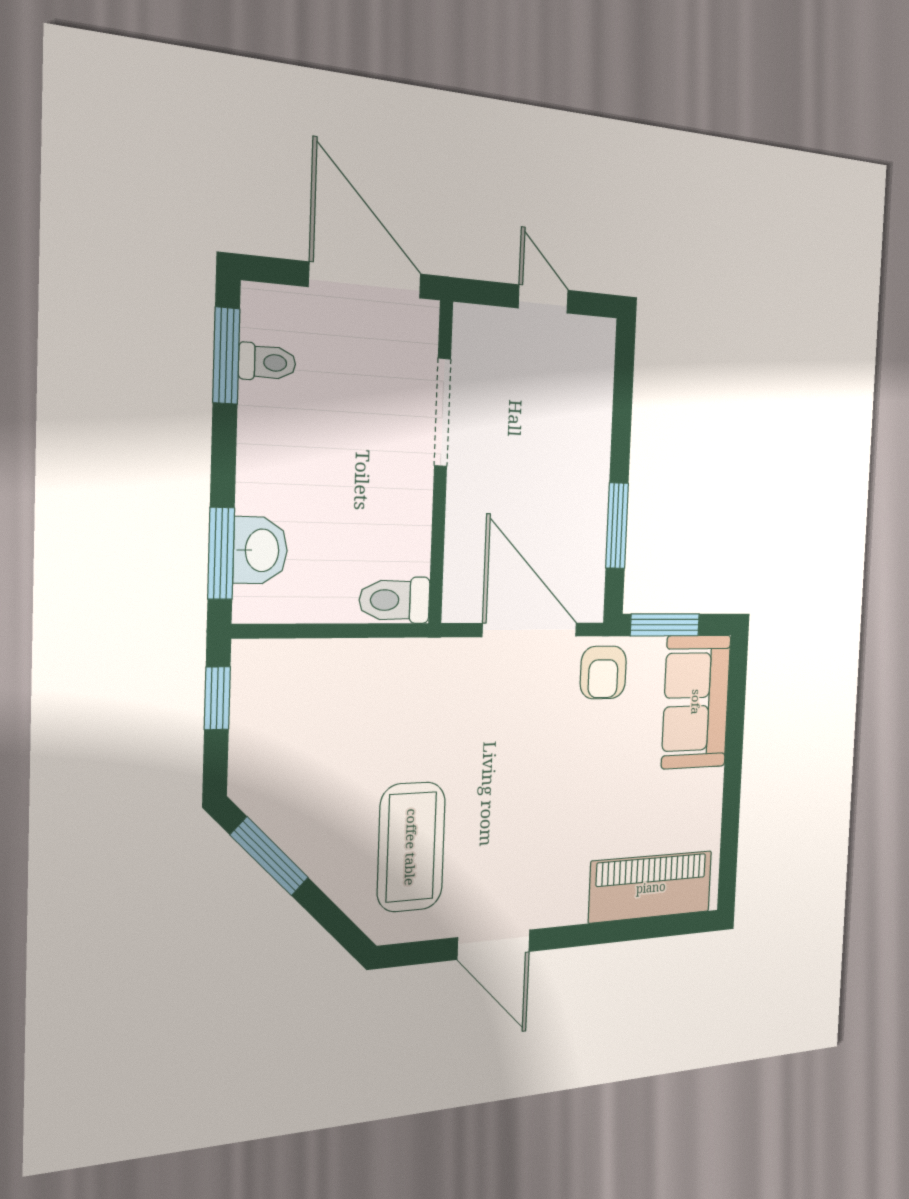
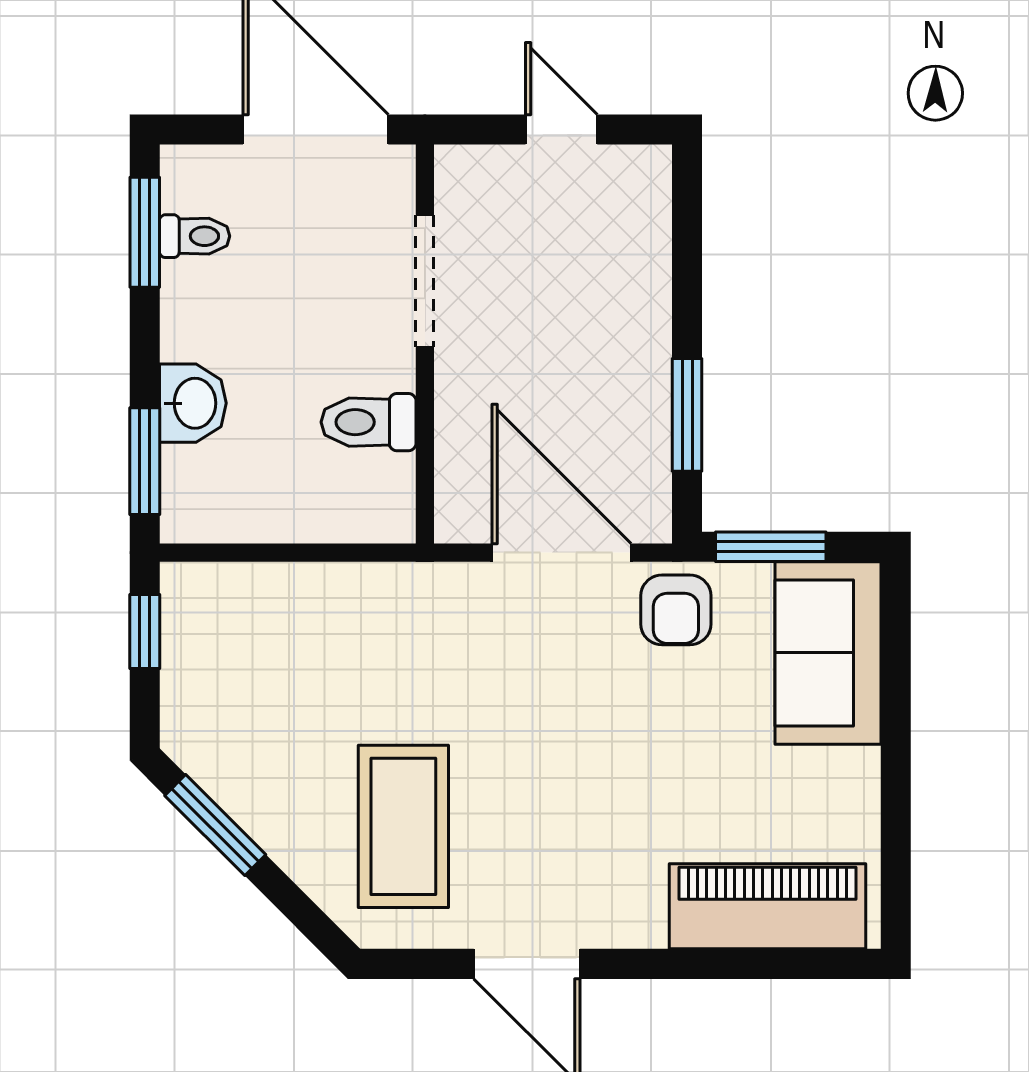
washbasin: (260, 550) -> (193, 403), moved
toilet: (394, 600) -> (368, 422), moved

